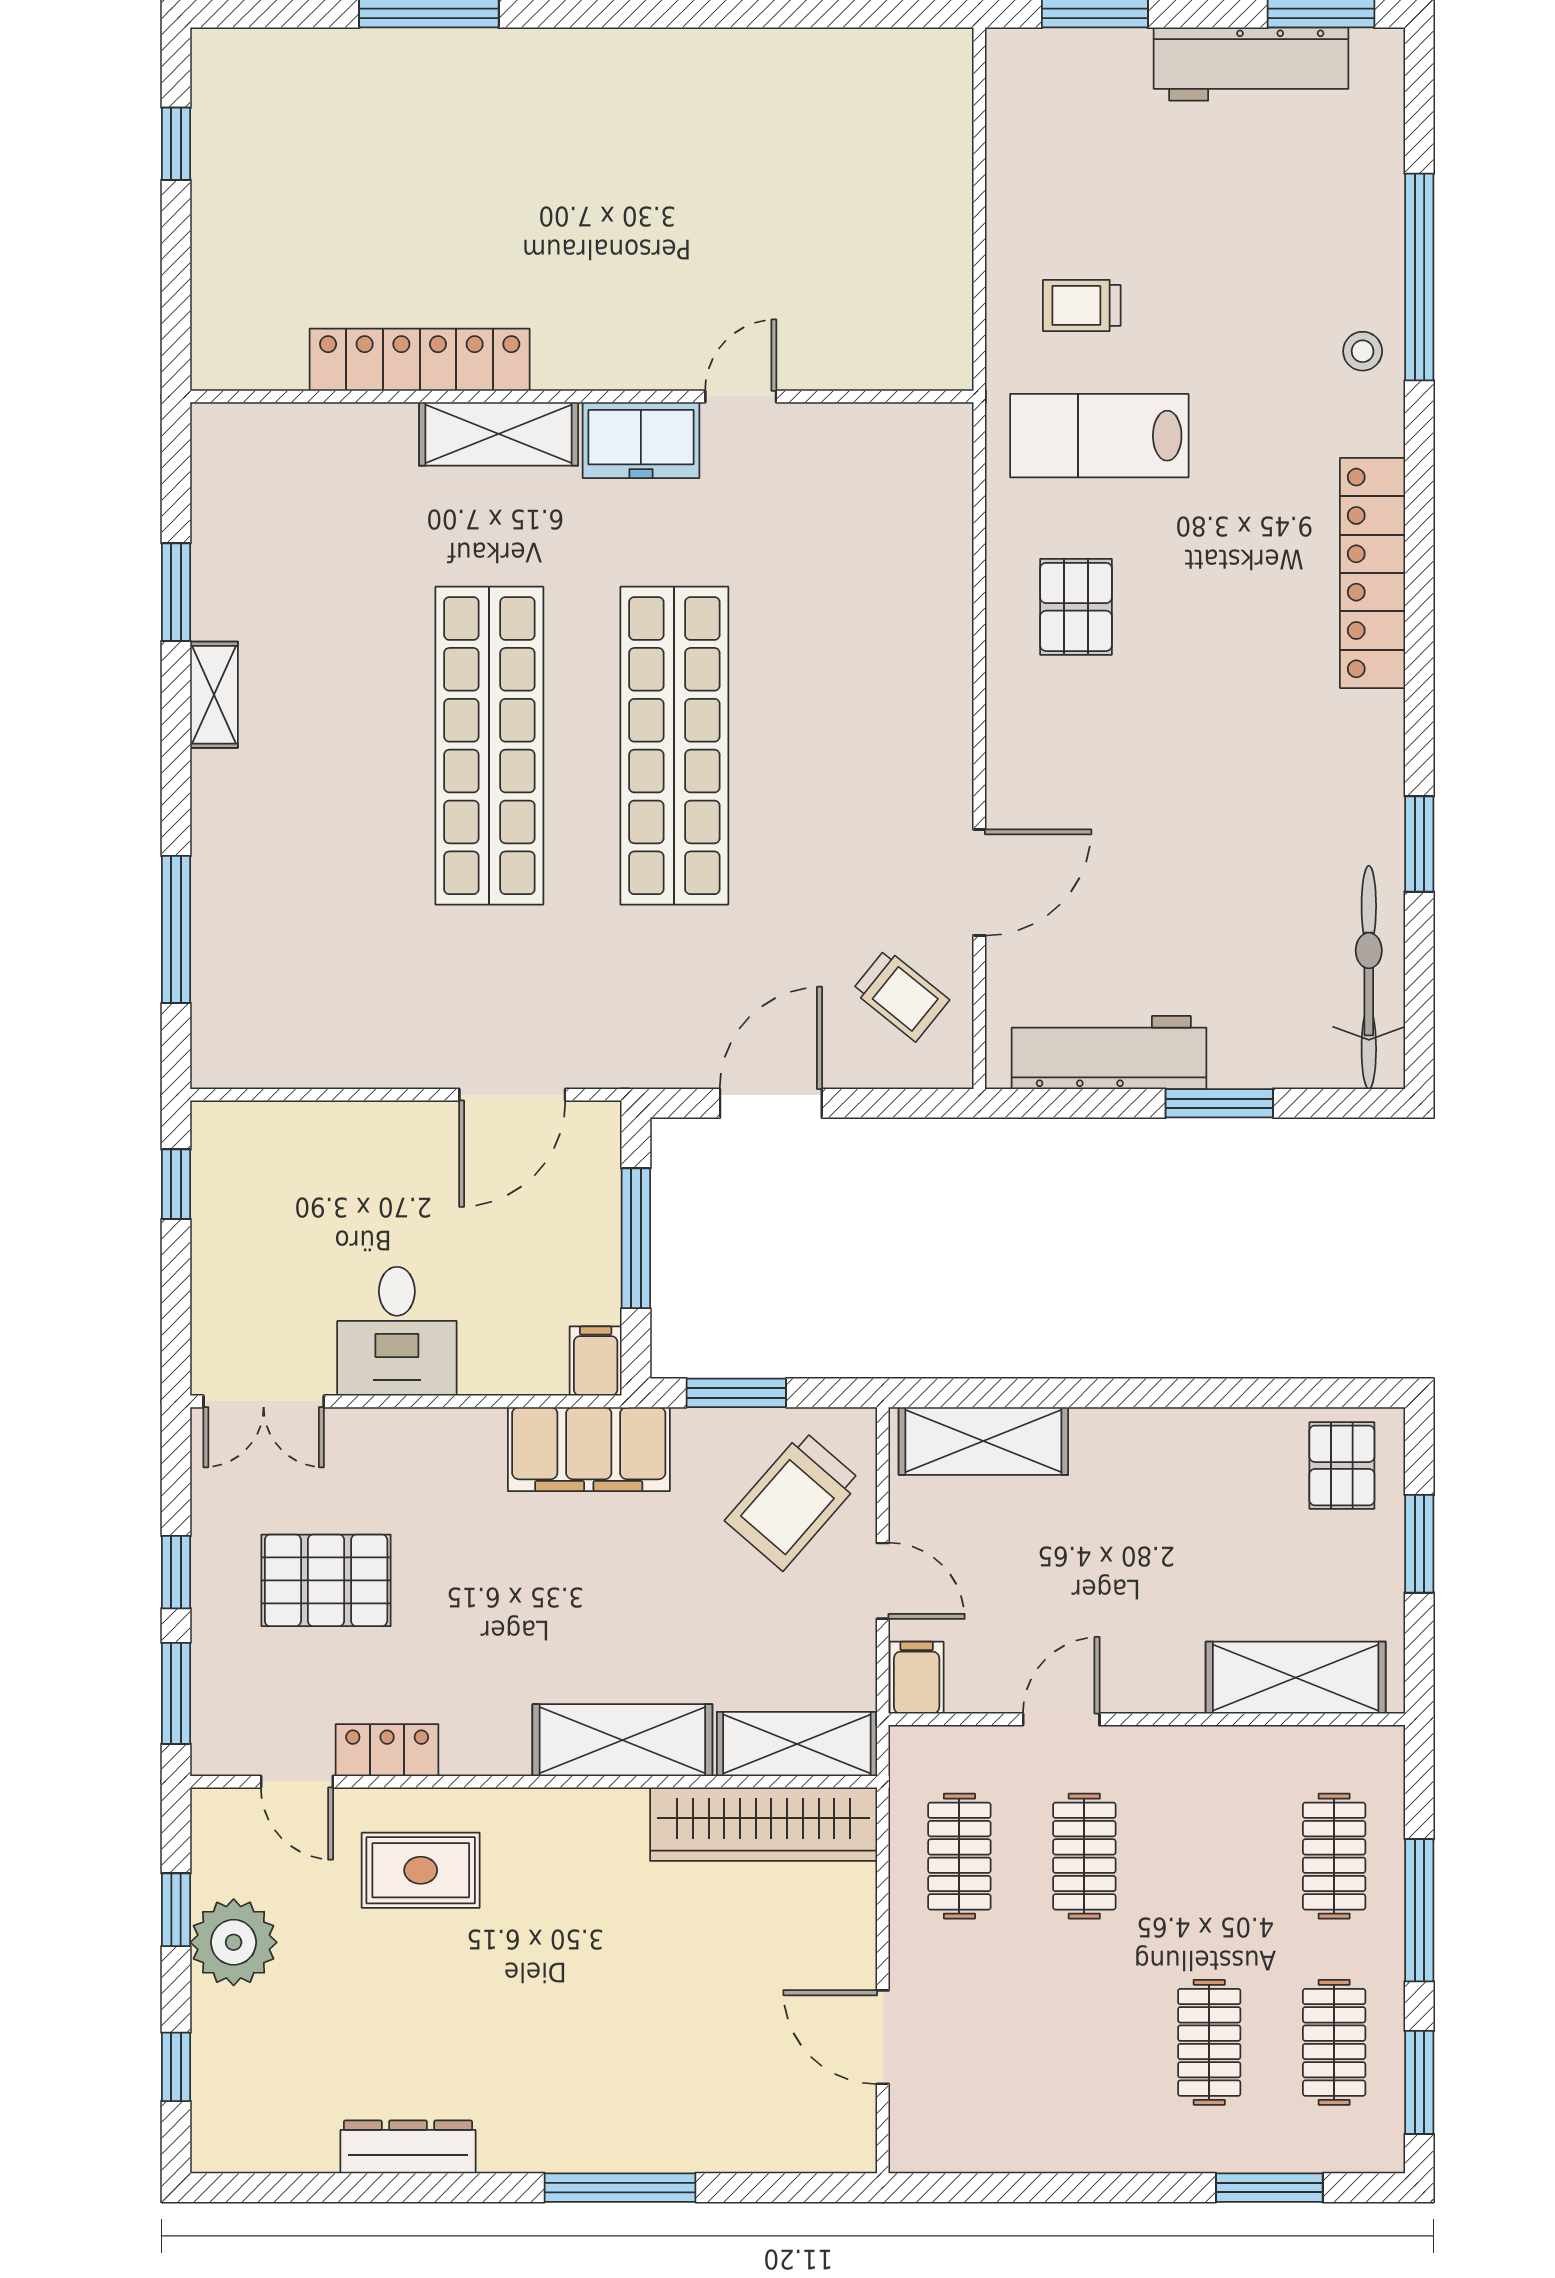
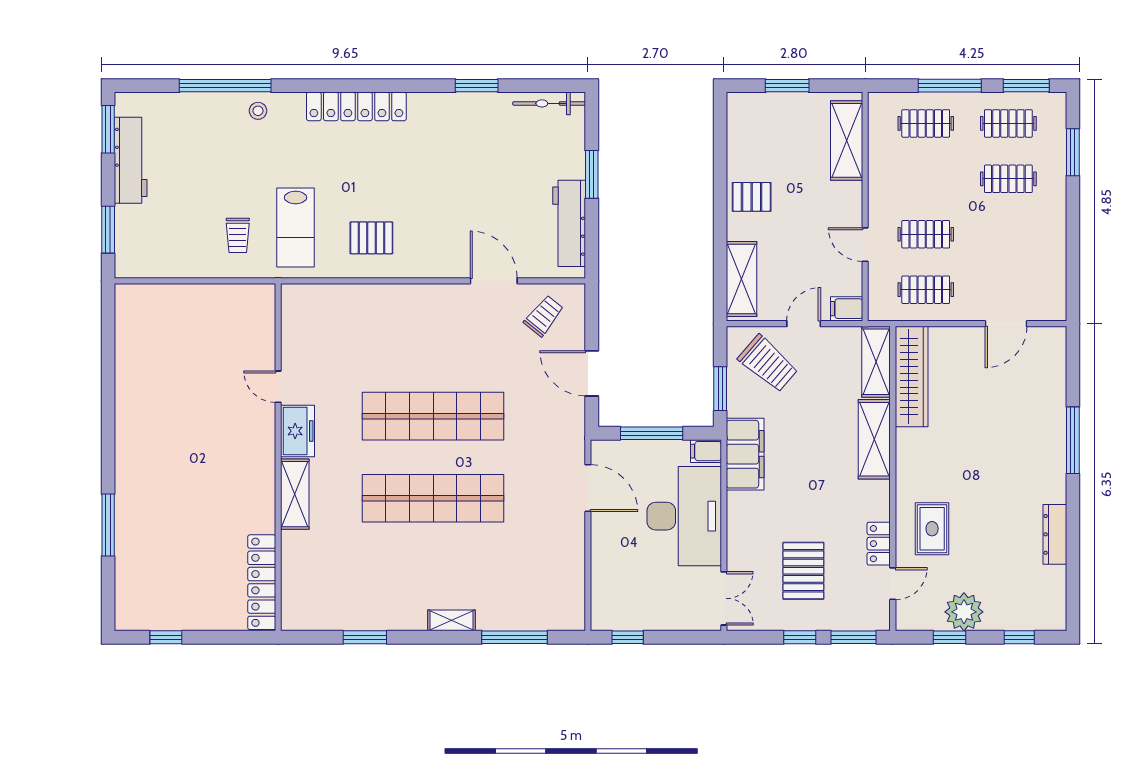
locker: (420, 360) -> (262, 582), moved
shelving: (214, 695) -> (451, 620), moved
bicycle: (1369, 977) -> (549, 103), width x0.73, depth x0.71
desk: (397, 1331) -> (684, 516), width x1.87, depth x1.30
pallet: (1342, 1465) -> (752, 197), moved

